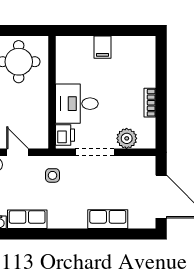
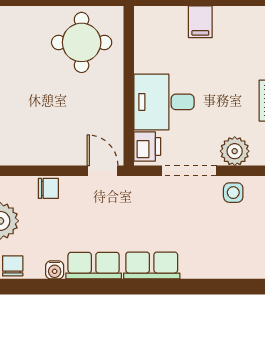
door: (17, 152) -> (103, 171), moved
side table: (52, 175) -> (233, 193), moved
row of seats: (108, 219) -> (152, 265), moved

